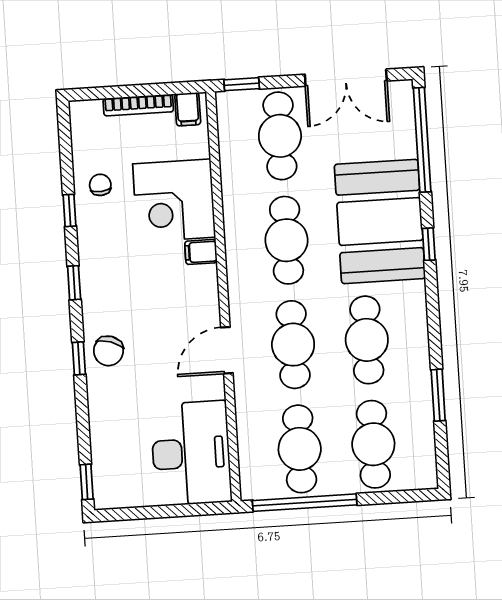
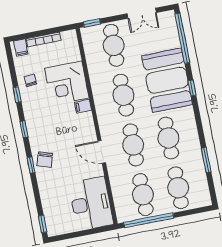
double door: (346, 78) -> (142, 13), width x0.73
filing cabinet: (188, 109) -> (21, 48), moved
door: (227, 350) -> (102, 152), hinge flipped

